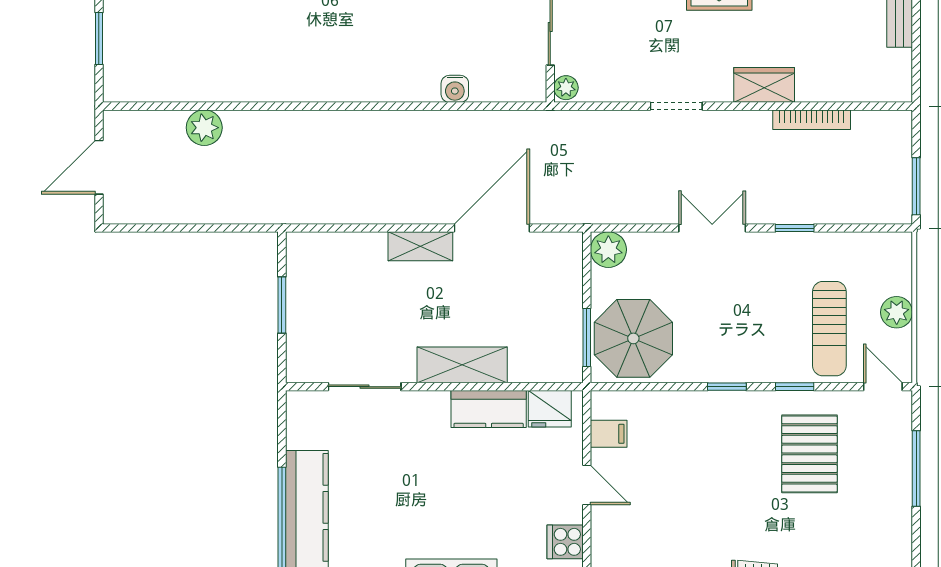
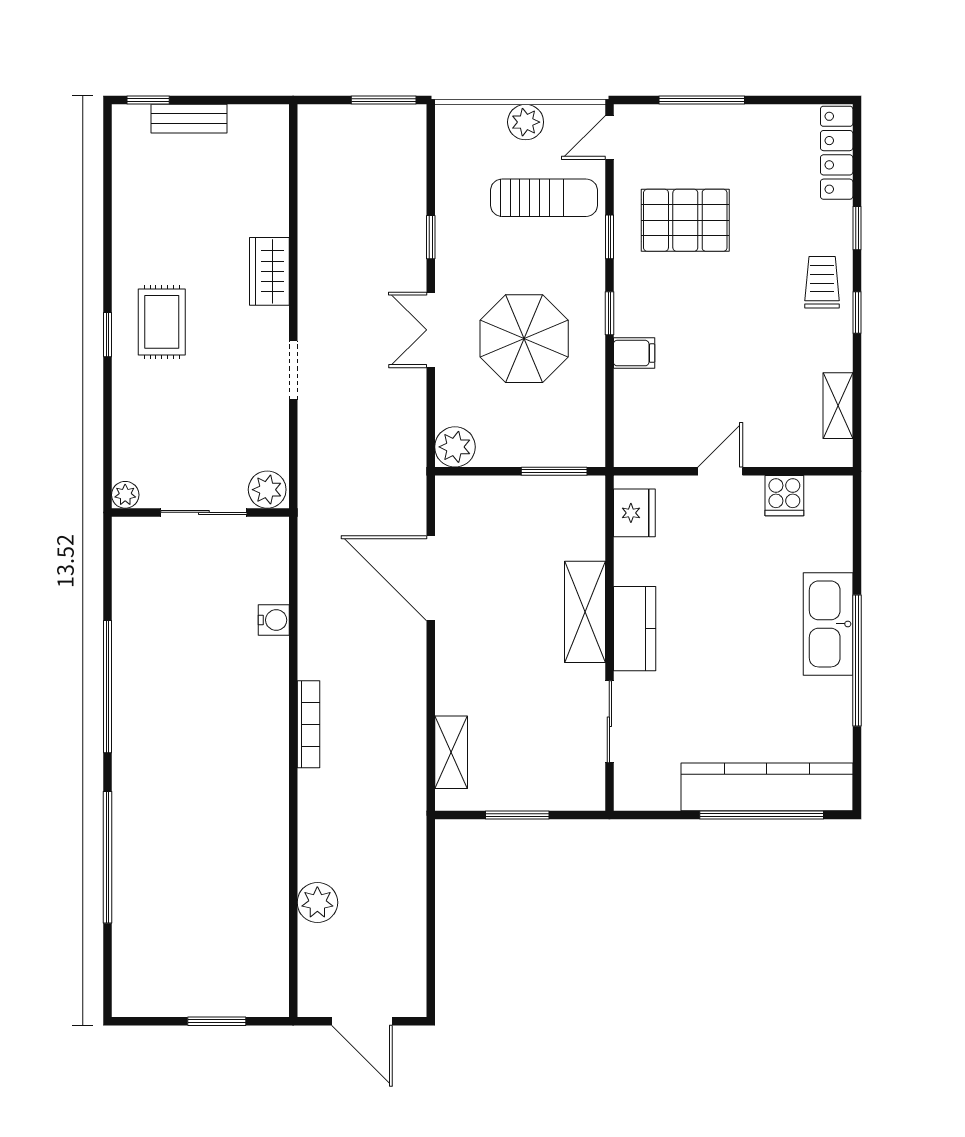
plant: (566, 88) -> (267, 490), width x1.38, depth x1.38
bookcase: (812, 120) -> (308, 724), moved
shelving: (420, 246) -> (451, 752), moved
parasol: (633, 338) -> (524, 339), moved
kitchen counter: (489, 409) -> (635, 629), moved
filing cabinet: (609, 434) -> (634, 353), moved, turned 90

